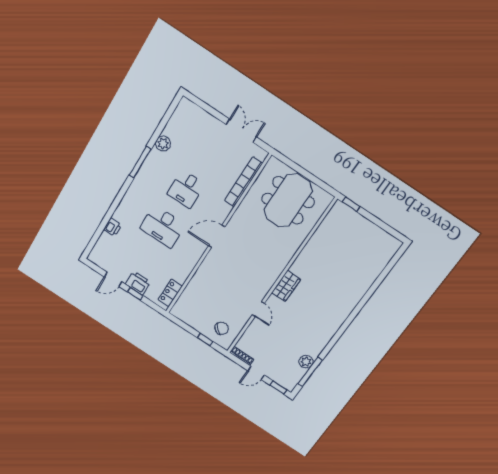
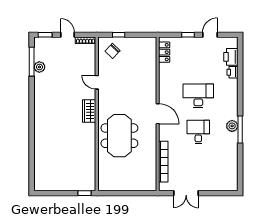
plant: (163, 144) -> (232, 126), moved
meeting table: (288, 200) -> (119, 136), moved
door: (217, 236) -> (158, 114), hinge flipped
printer: (138, 283) -> (231, 57), moved, turned 90
door: (256, 373) -> (68, 35), hinge flipped

